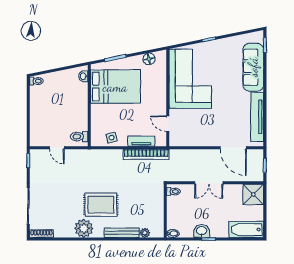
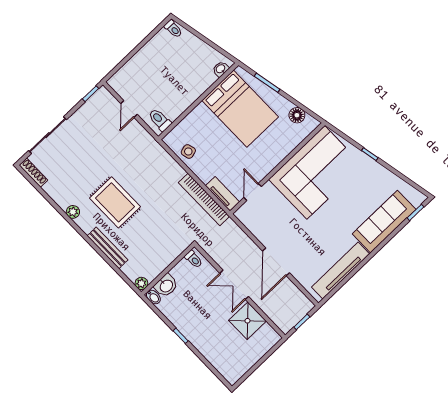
tv unit: (141, 141) -> (223, 194), moved
door: (233, 148) -> (276, 262), moved
shower: (253, 194) -> (247, 321), moved
plant: (84, 228) -> (73, 212), width x0.53, depth x0.53
bathtub: (246, 230) -> (224, 363), removed
washbasin: (202, 231) -> (166, 286), moved, turned 90
plant: (145, 233) -> (141, 283), moved

